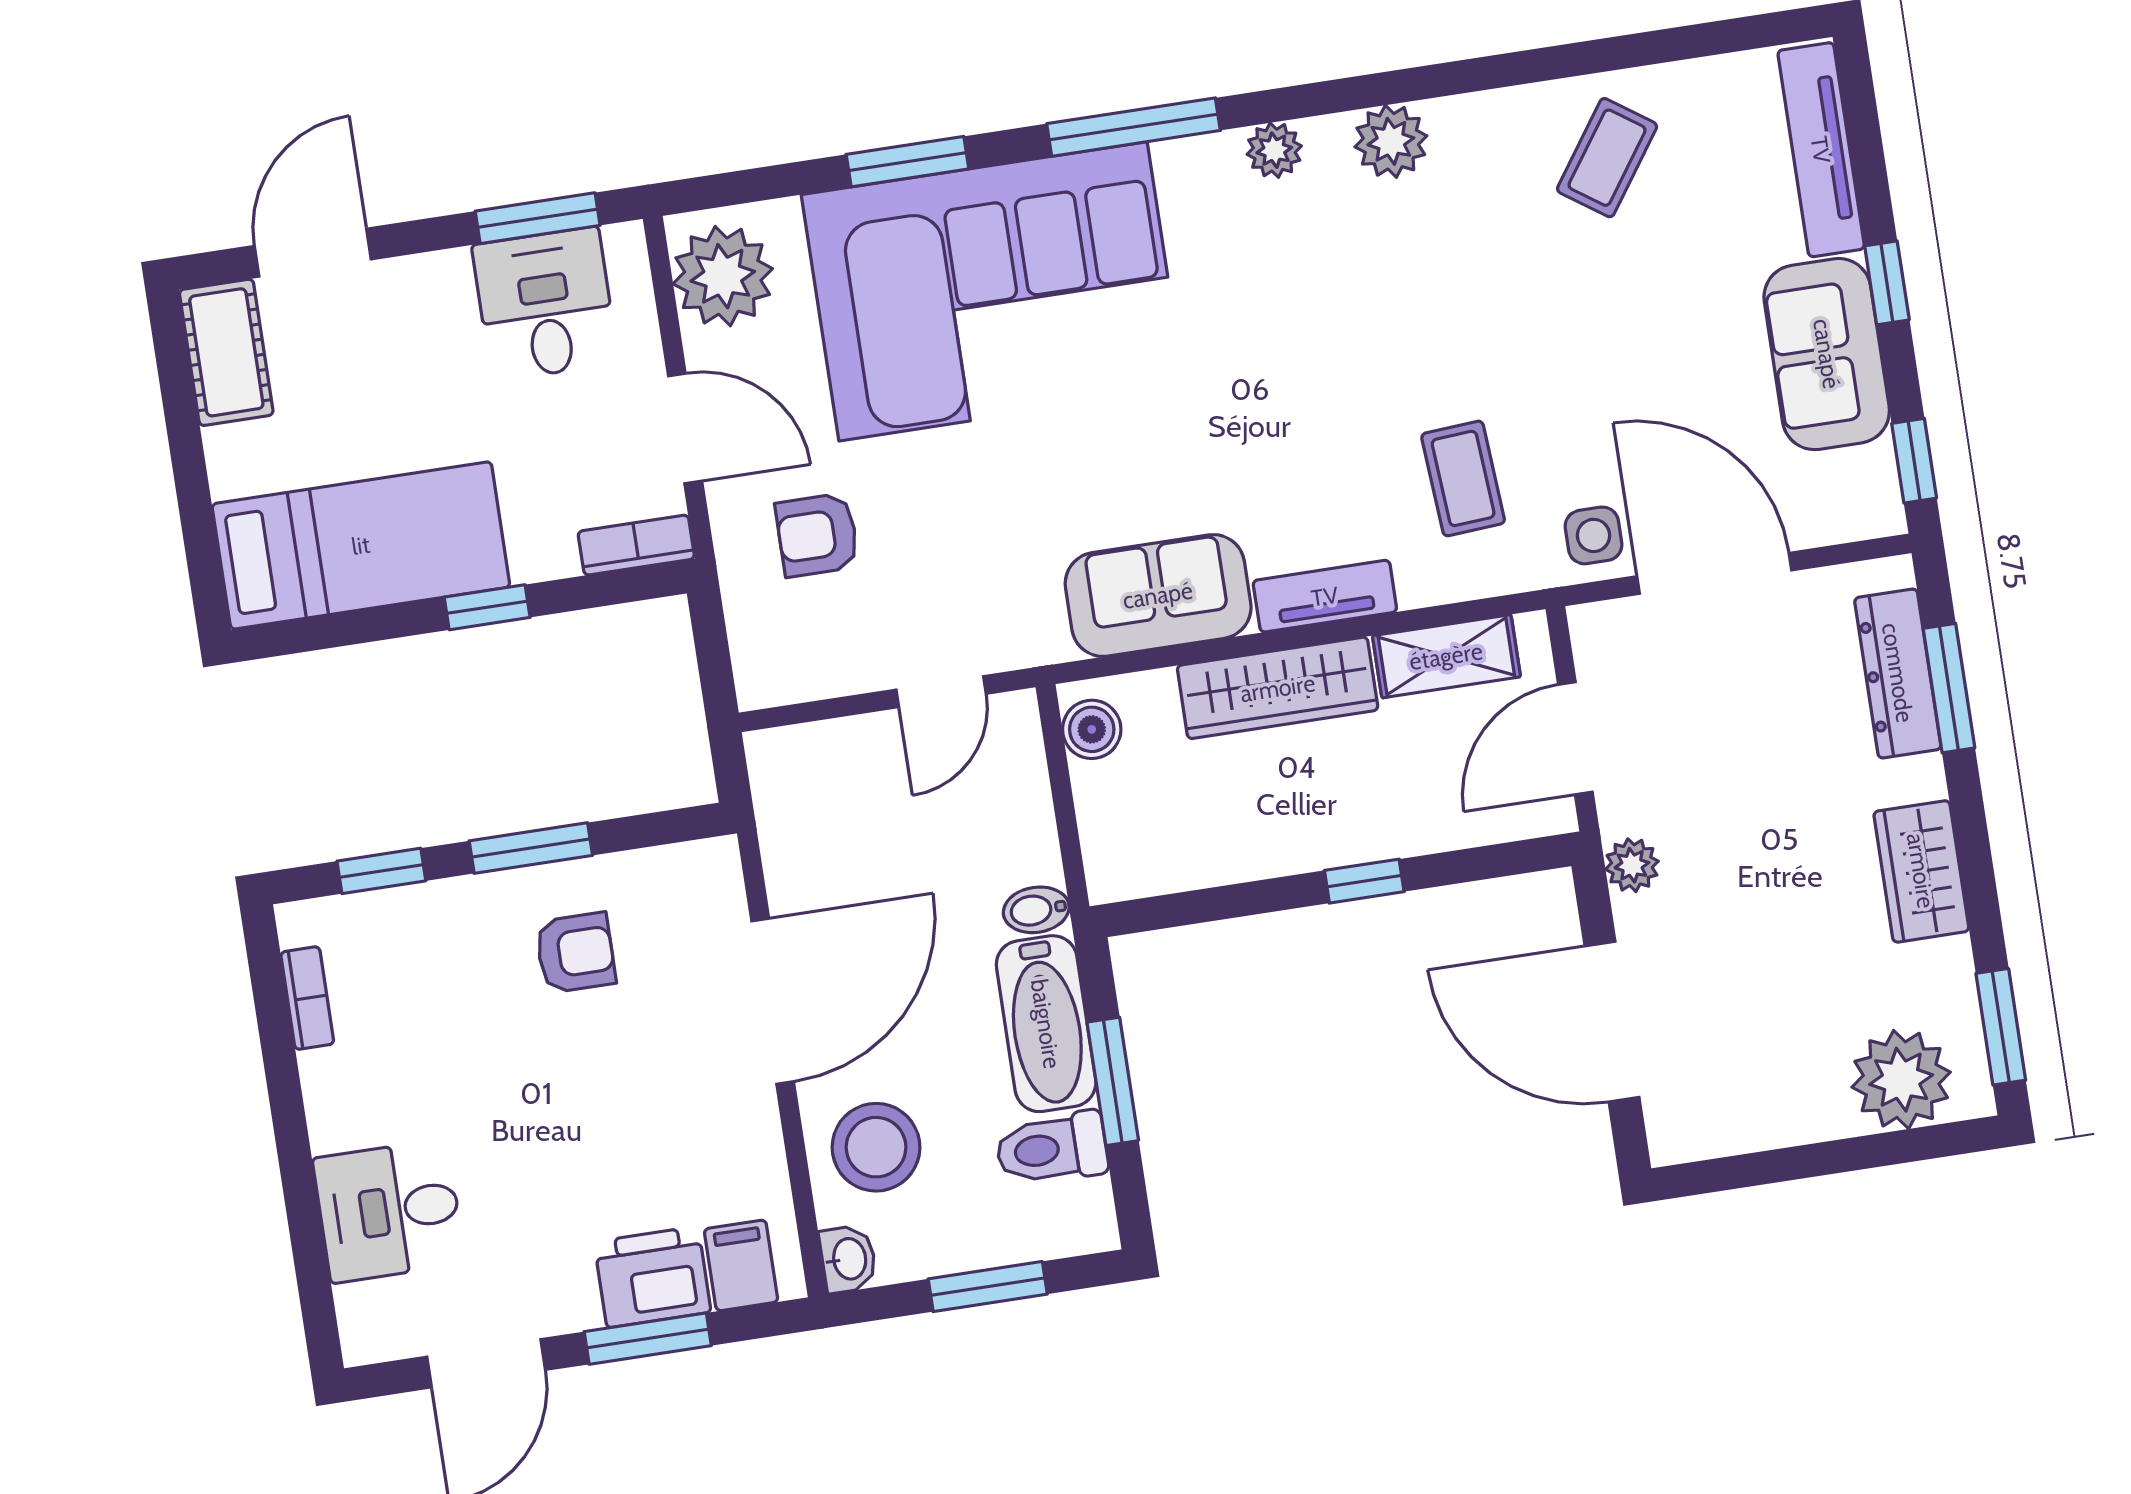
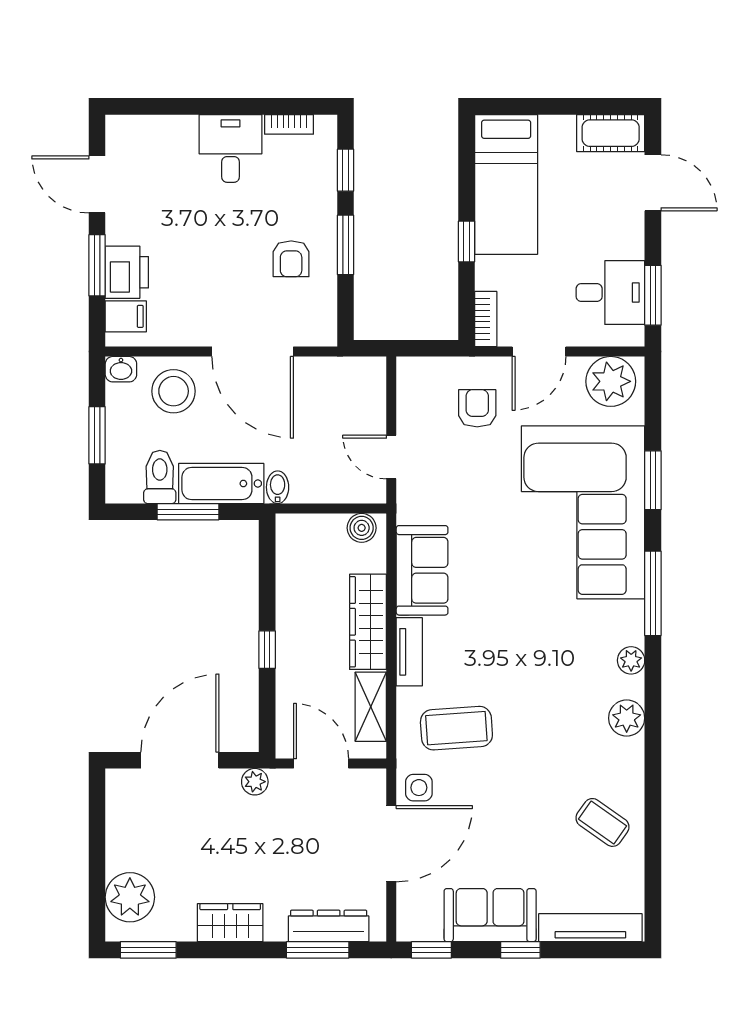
coffee table: (1463, 478) -> (456, 728), width x1.36, depth x1.30
desk: (389, 1211) -> (231, 148), moved

